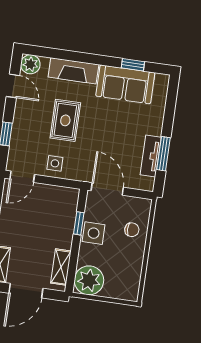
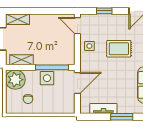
window: (163, 154) -> (122, 117), moved
window: (79, 223) -> (52, 67), width x2.17
chair: (132, 230) -> (28, 99), moved

